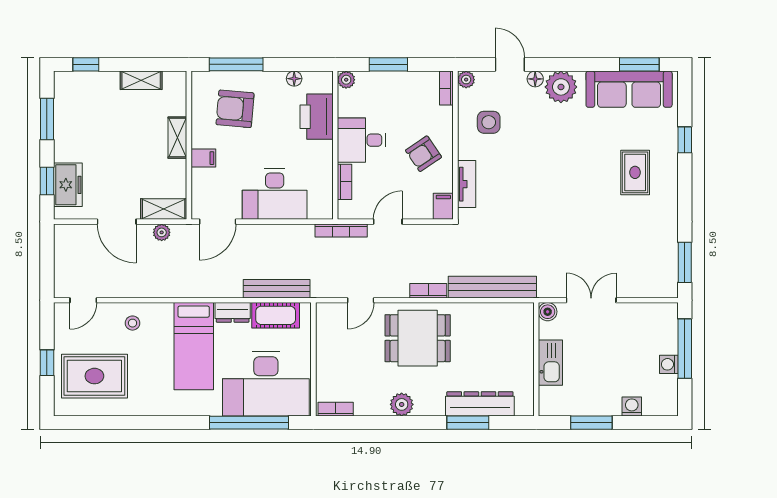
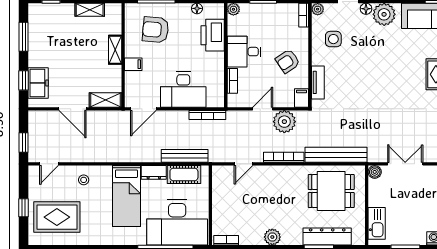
bookcase: (341, 231) -> (207, 115), moved
plant: (162, 232) -> (284, 122), moved, width x1.88, depth x1.88
window: (47, 270) -> (24, 143), added
bookcase: (428, 291) -> (284, 157), width x1.56
dining table: (418, 338) -> (331, 191), moved
kitchen sink: (550, 363) -> (377, 223), moved

